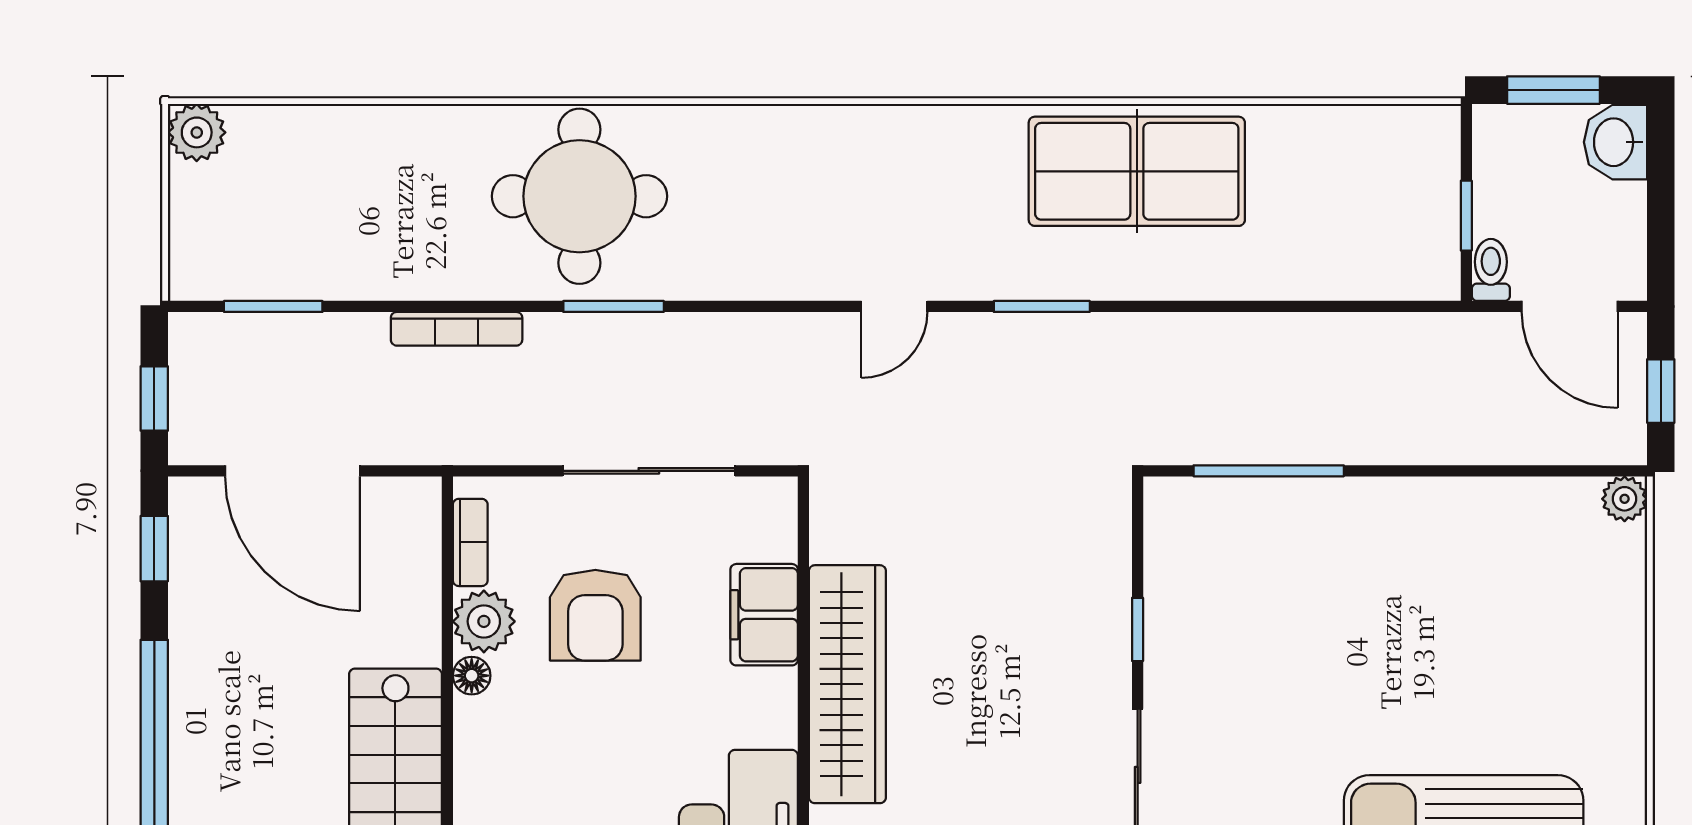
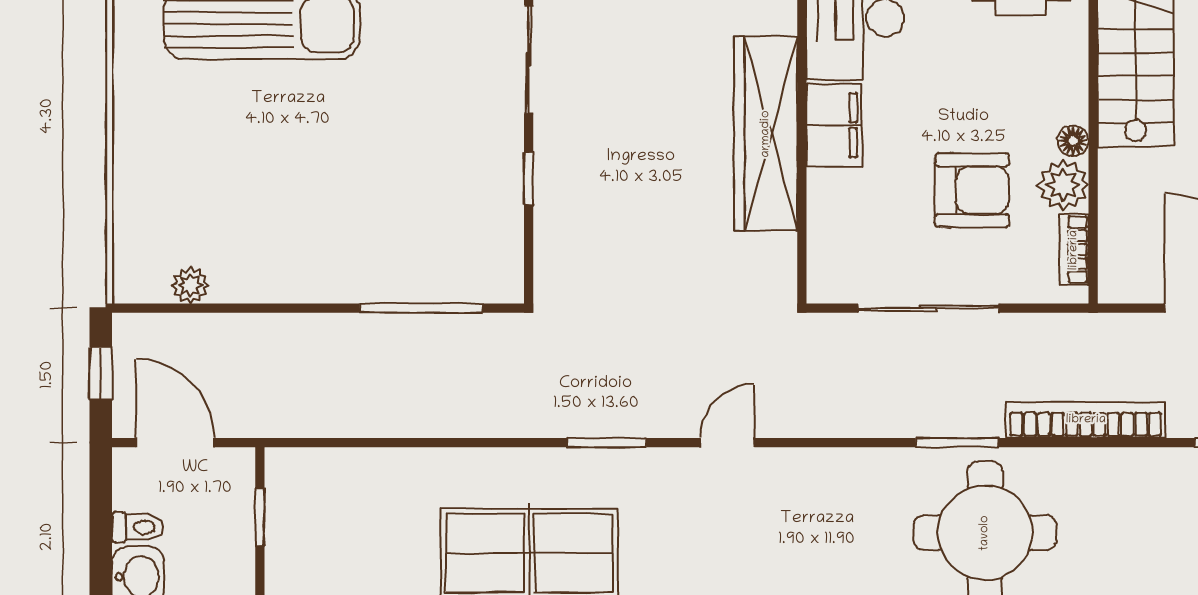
toilet: (1491, 270) -> (137, 527), moved, turned -90
bookcase: (457, 329) -> (1086, 420), width x1.48, depth x1.31
plant: (1625, 499) -> (190, 285), moved
armchair: (595, 615) -> (972, 190), turned 90
filing cabinet: (764, 615) -> (834, 125), moved

